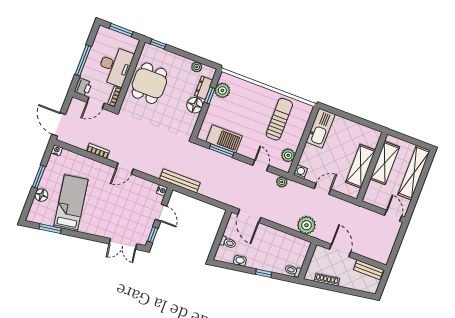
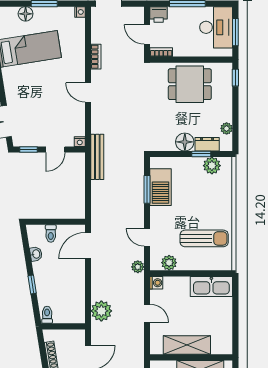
desk: (115, 66) -> (216, 27), moved, turned -90
door: (261, 165) -> (147, 237), swing flipped

